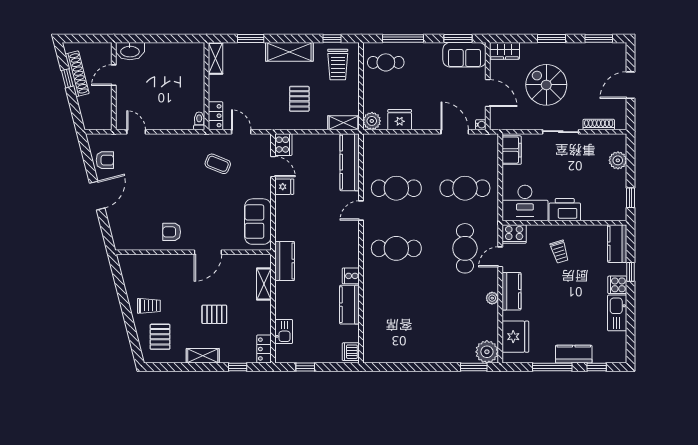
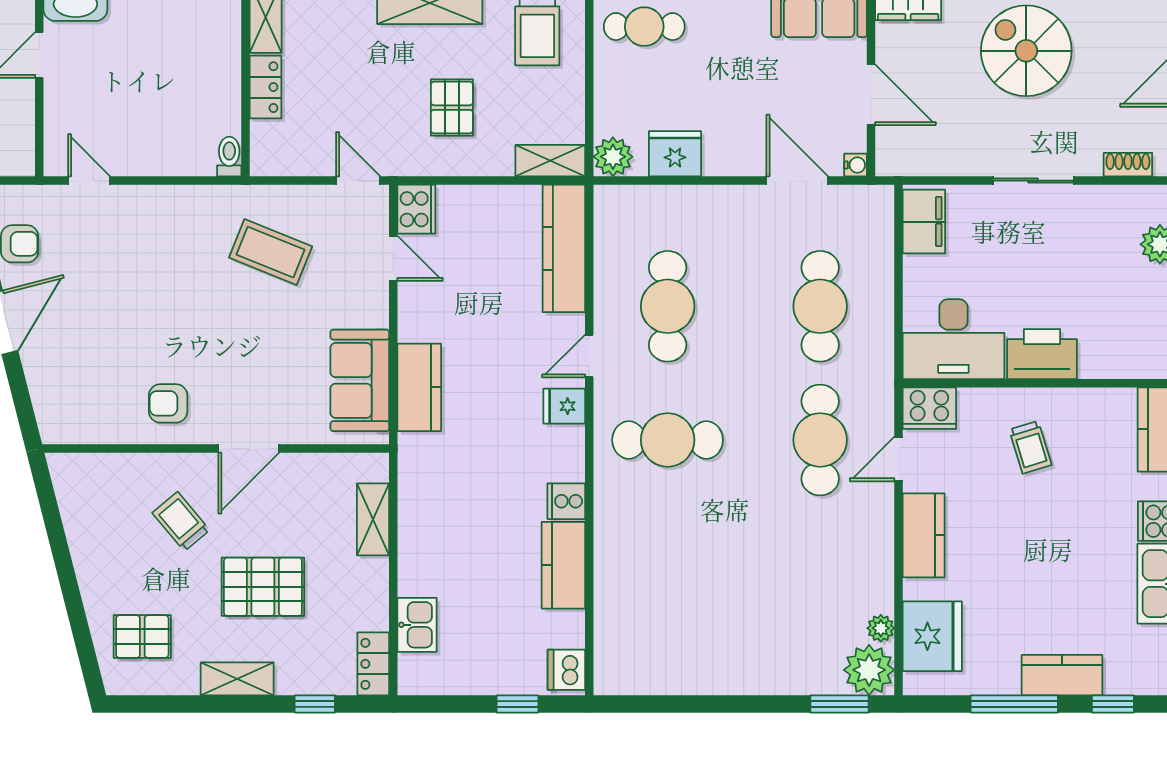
spiral stairs: (546, 85) -> (1026, 51), moved
locker: (215, 116) -> (266, 87), moved
shoe rack: (599, 124) -> (1128, 165), width x0.70
door: (241, 132) -> (358, 181), moved
coffee table: (218, 164) -> (271, 252), width x1.36, depth x1.30
fridge: (284, 187) -> (564, 406), moved, turned 180
cafe table: (396, 188) -> (668, 306), turned 90
cafe table: (465, 188) -> (820, 306), turned 90
kitchen counter: (285, 261) -> (419, 387), moved
plant: (492, 298) -> (881, 628), moved
trolley: (149, 306) -> (181, 521), moved, turned -130
pallet: (214, 314) -> (263, 587), width x1.50, depth x1.42
pallet: (160, 337) -> (142, 637), turned 90
window: (305, 367) -> (517, 704), moved

